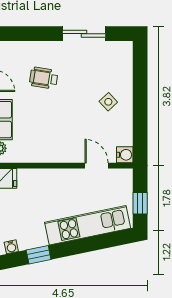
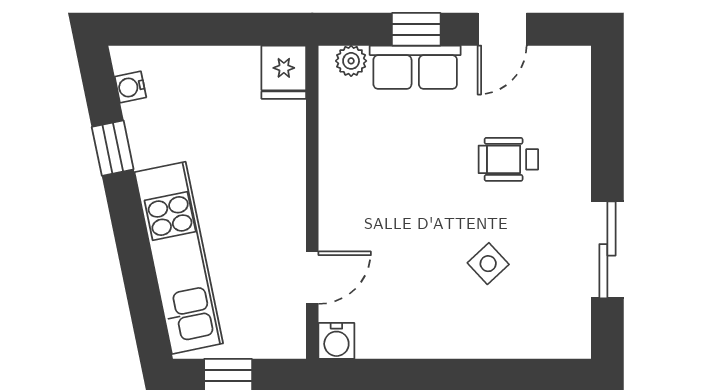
wheelchair: (44, 78) -> (508, 159), turned -99
side table: (108, 102) -> (488, 264), moved

